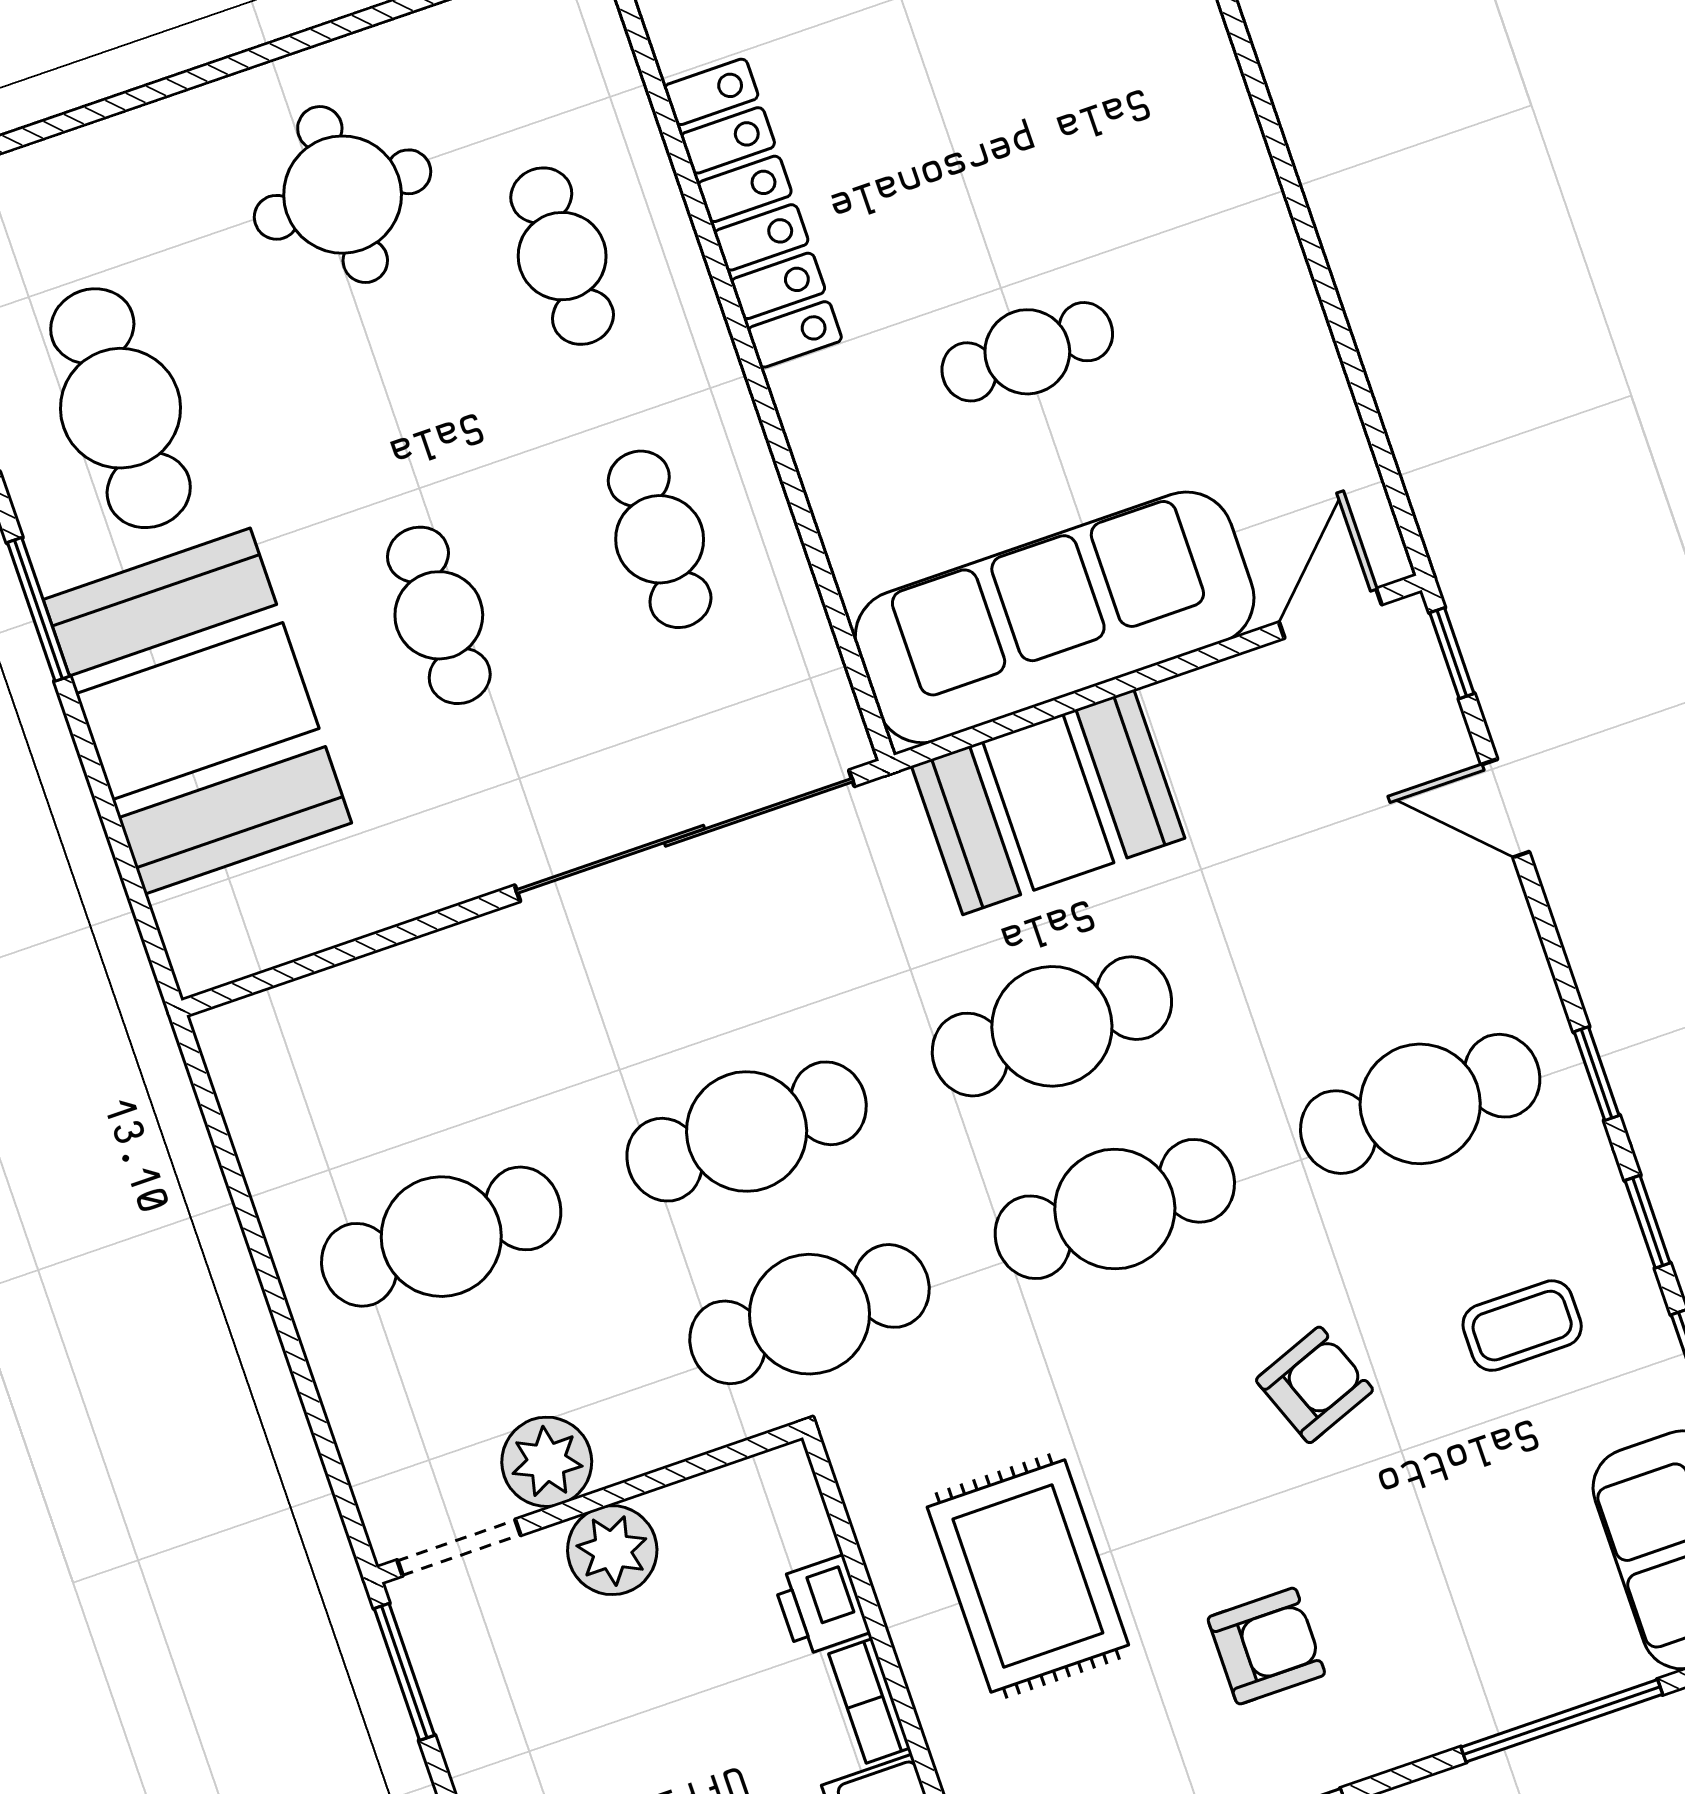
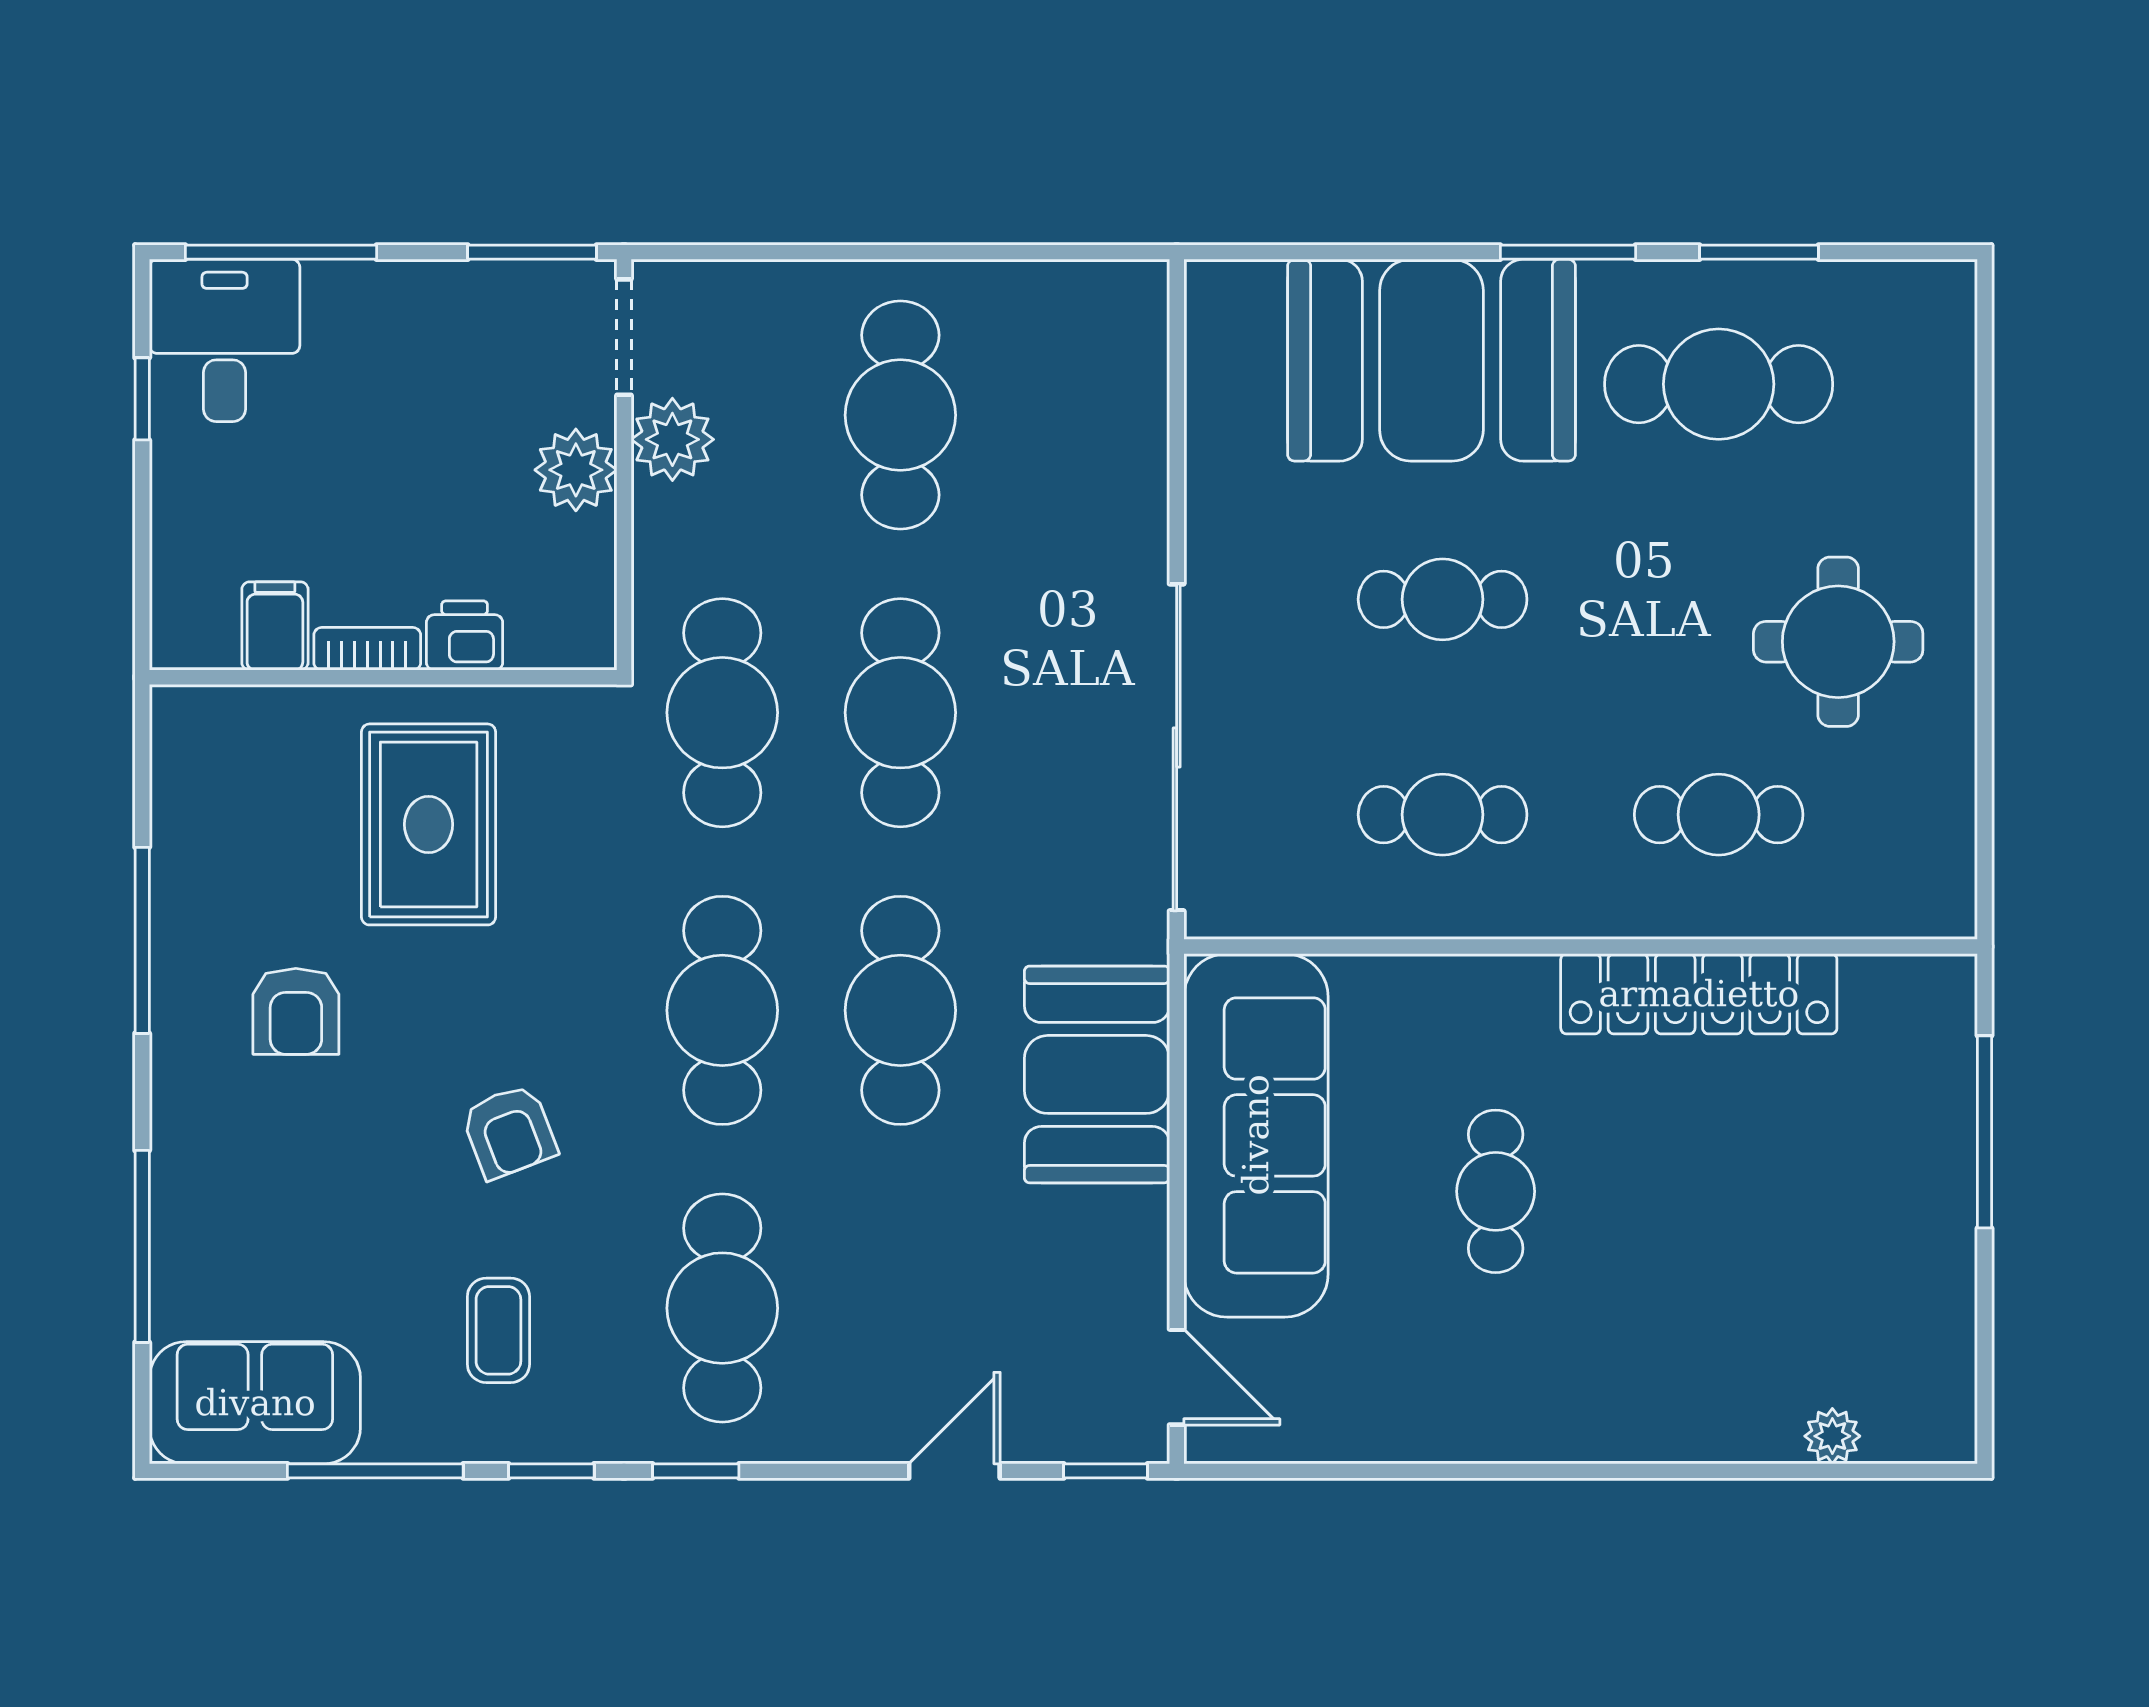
rug: (1028, 1576) -> (429, 824), turned 90

